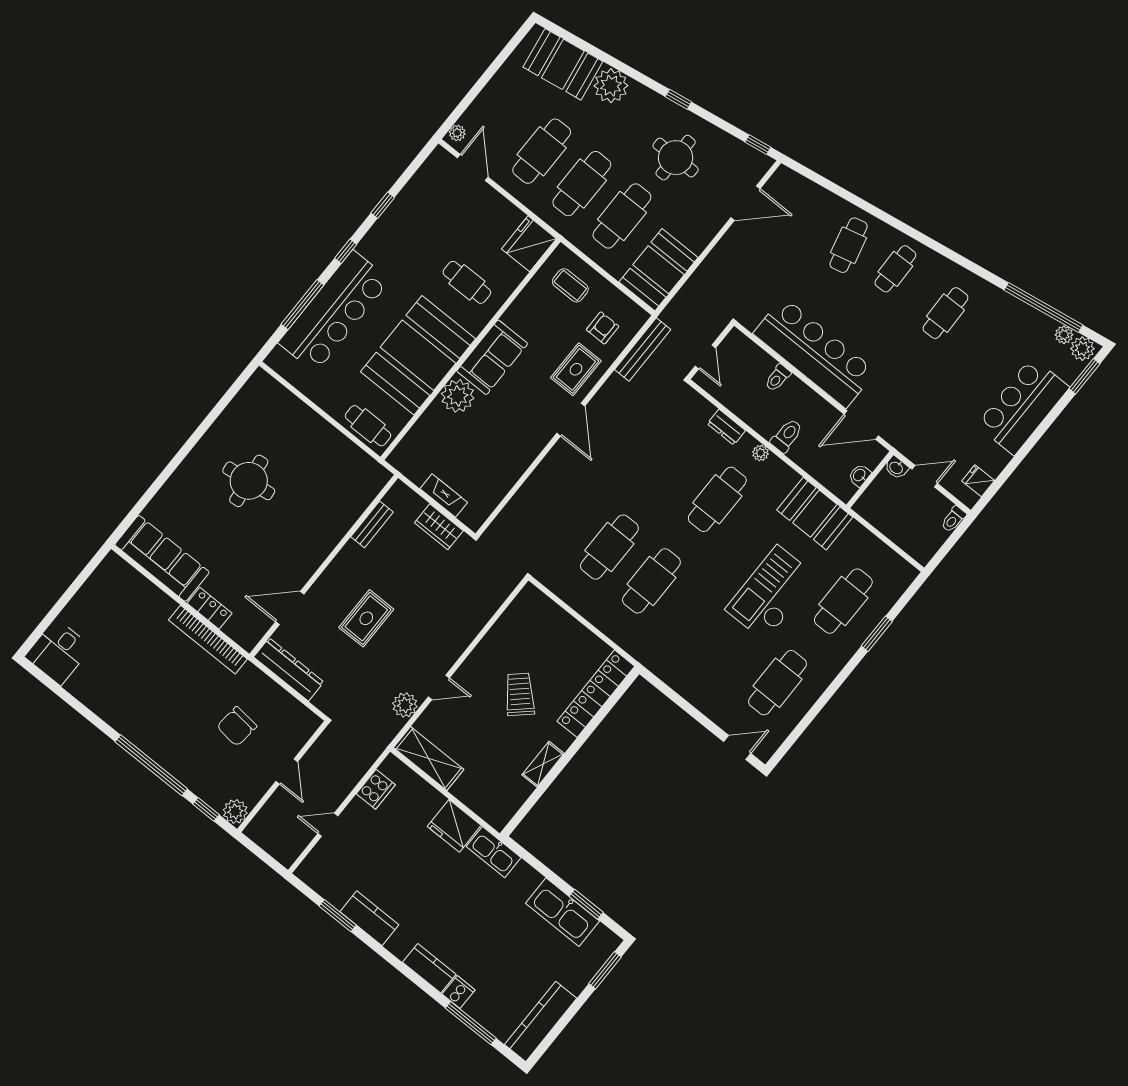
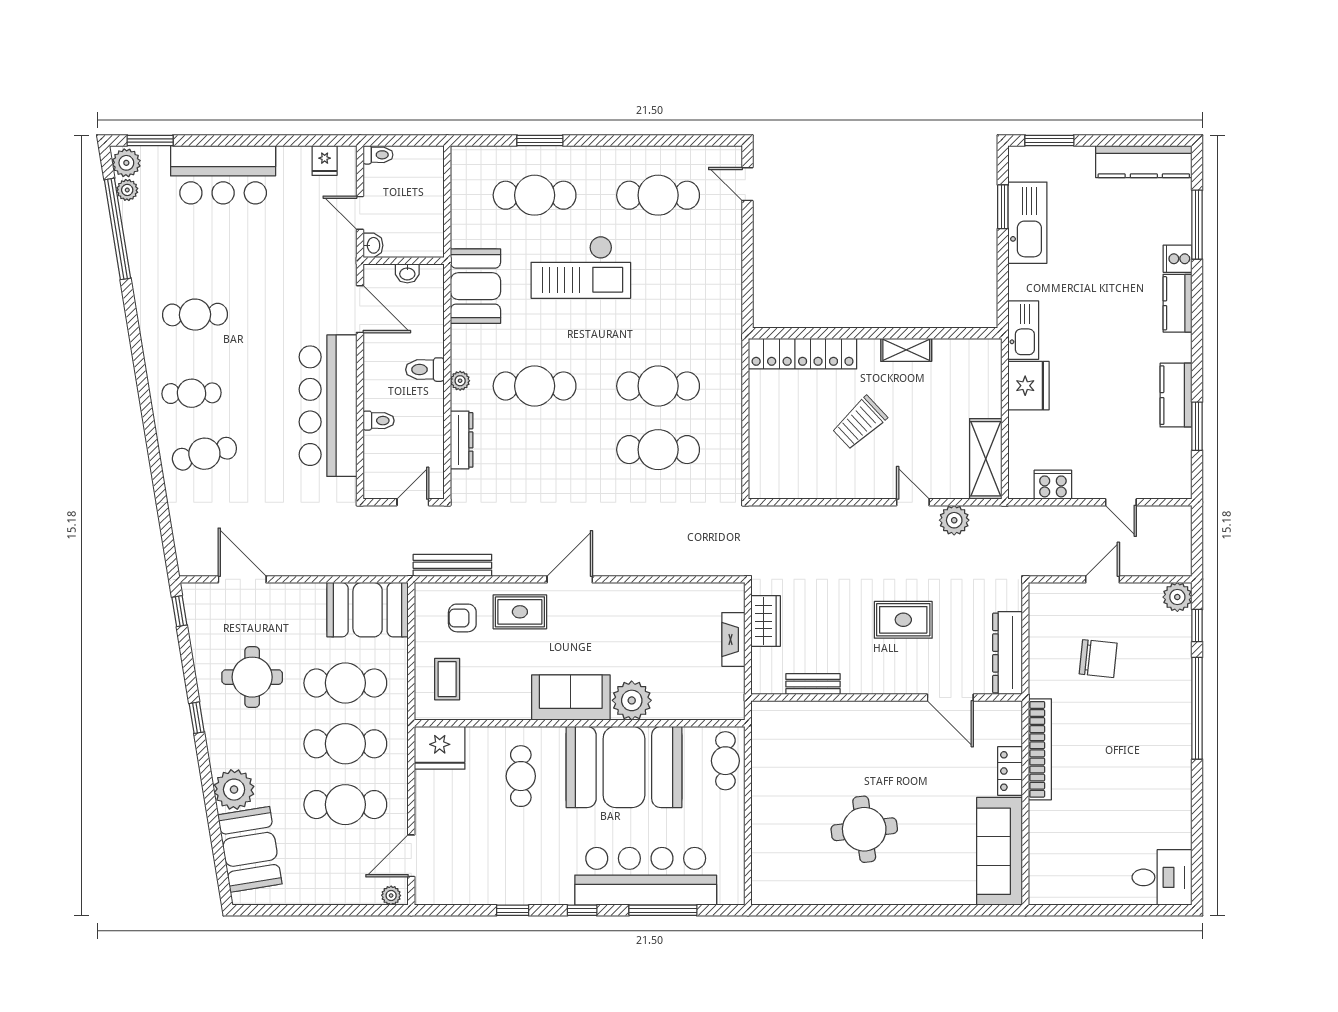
dresser: (726, 427) -> (462, 440), width x1.44

